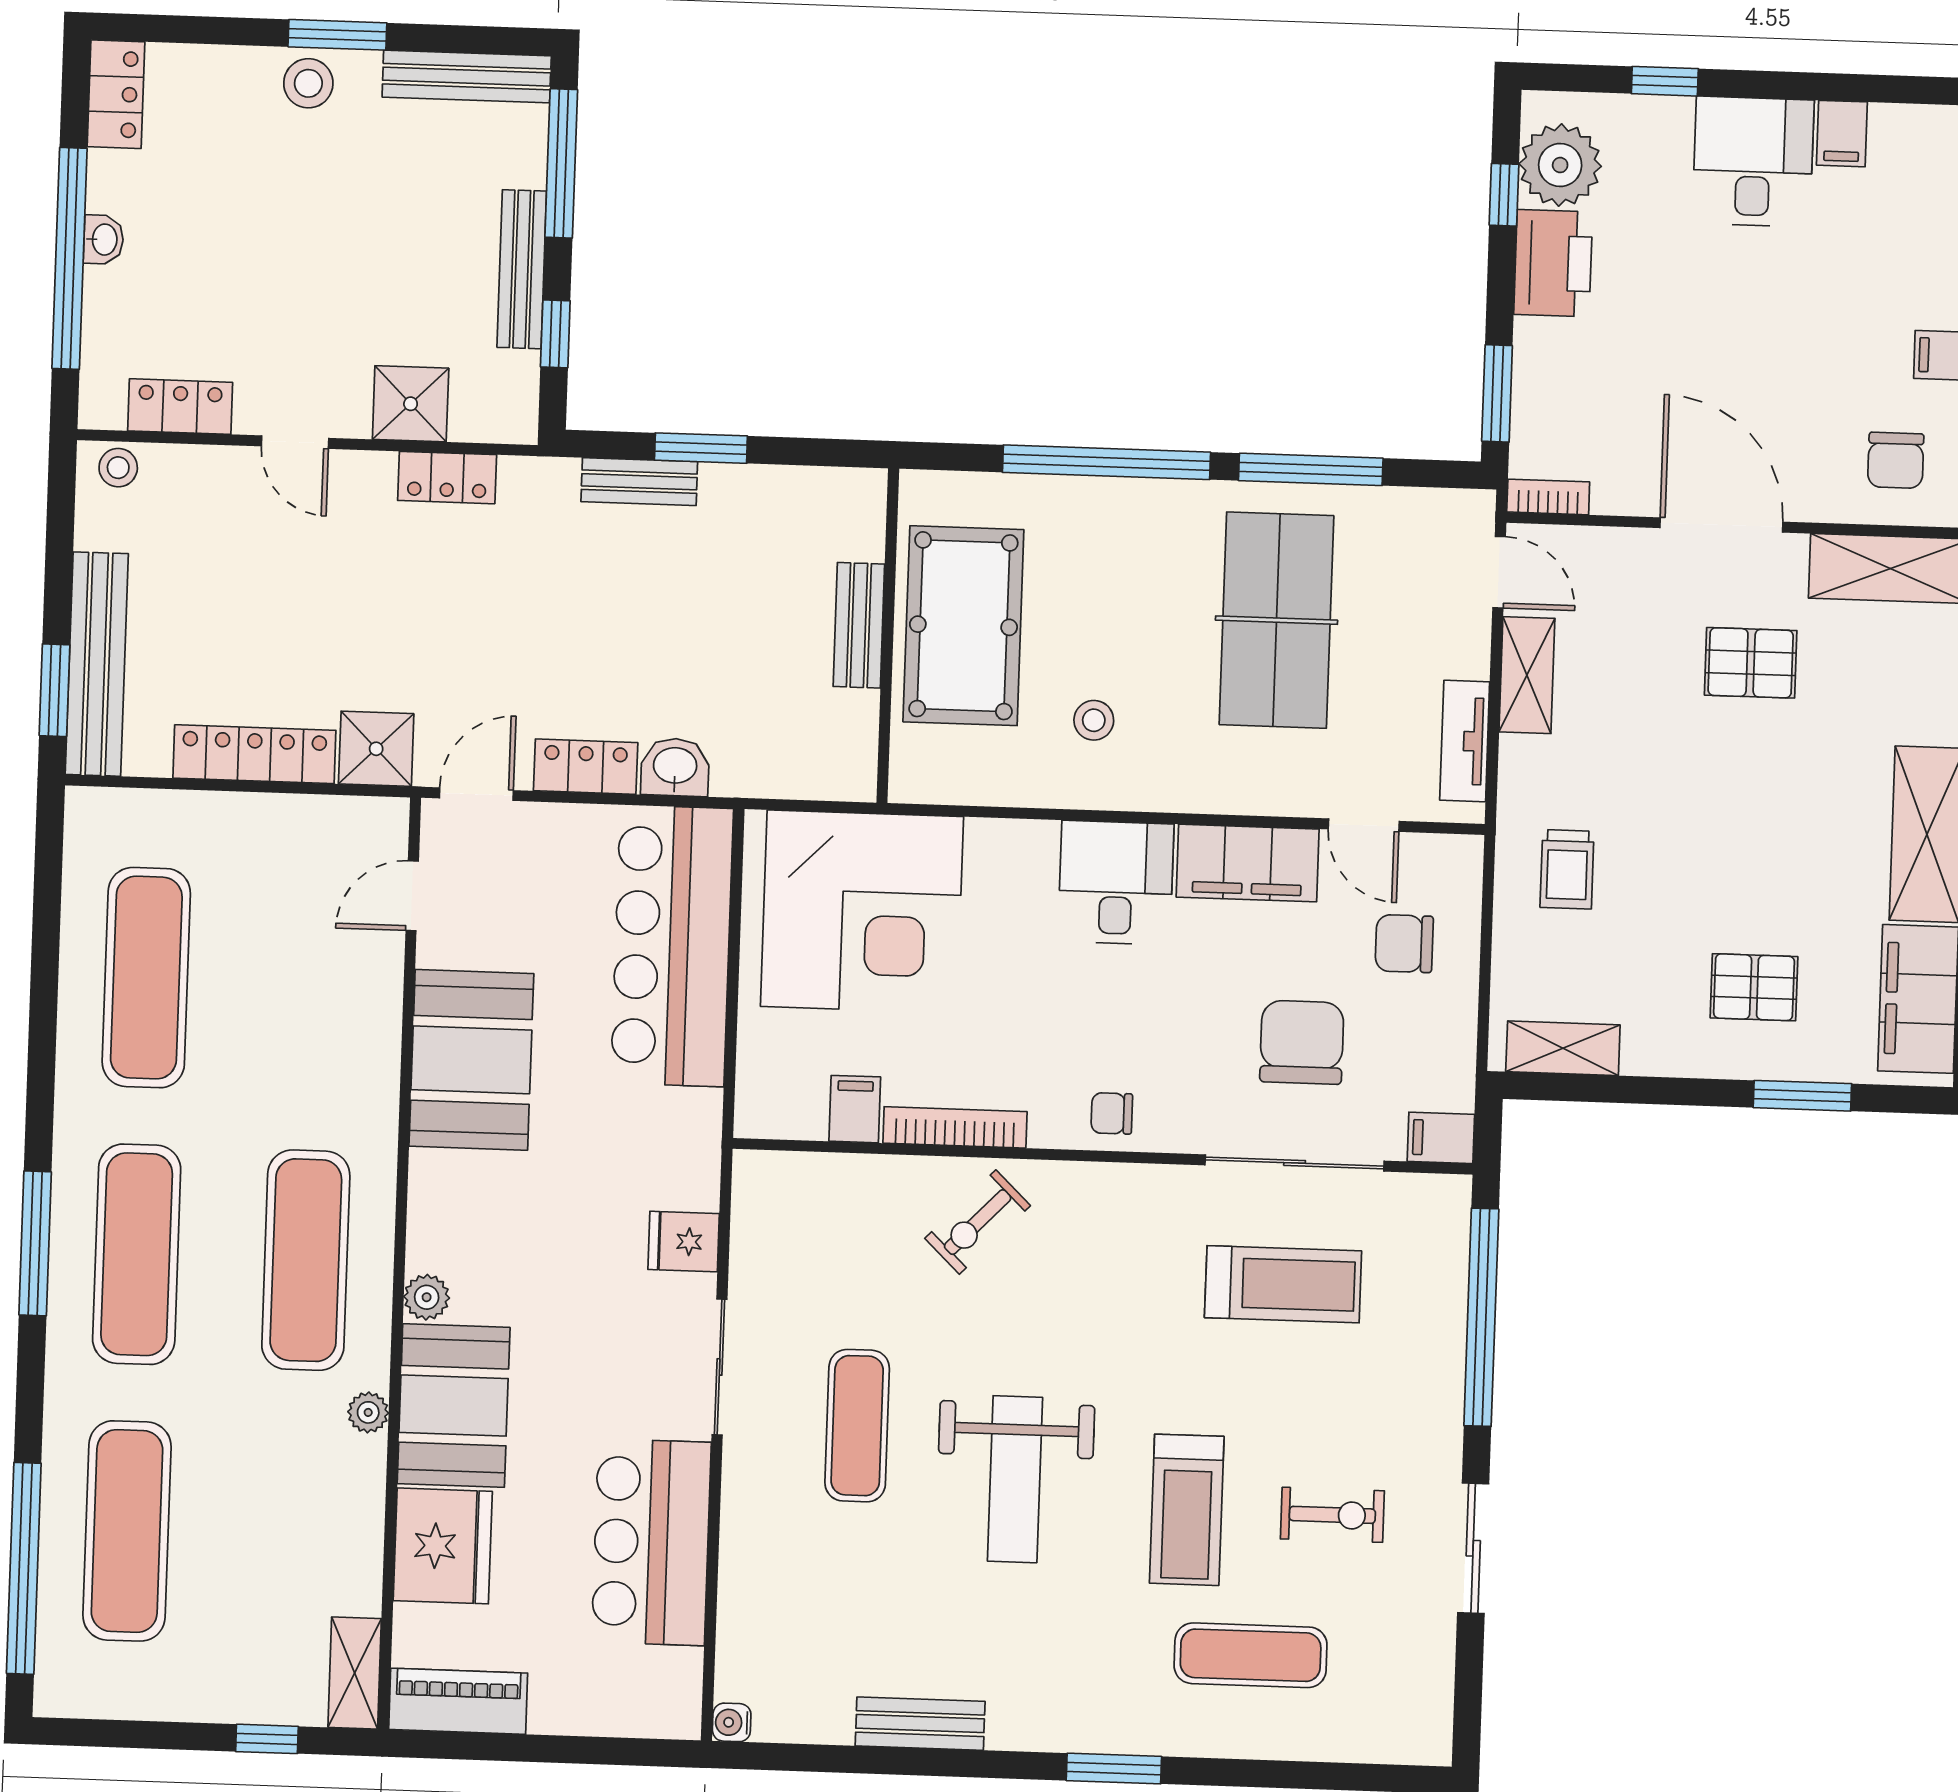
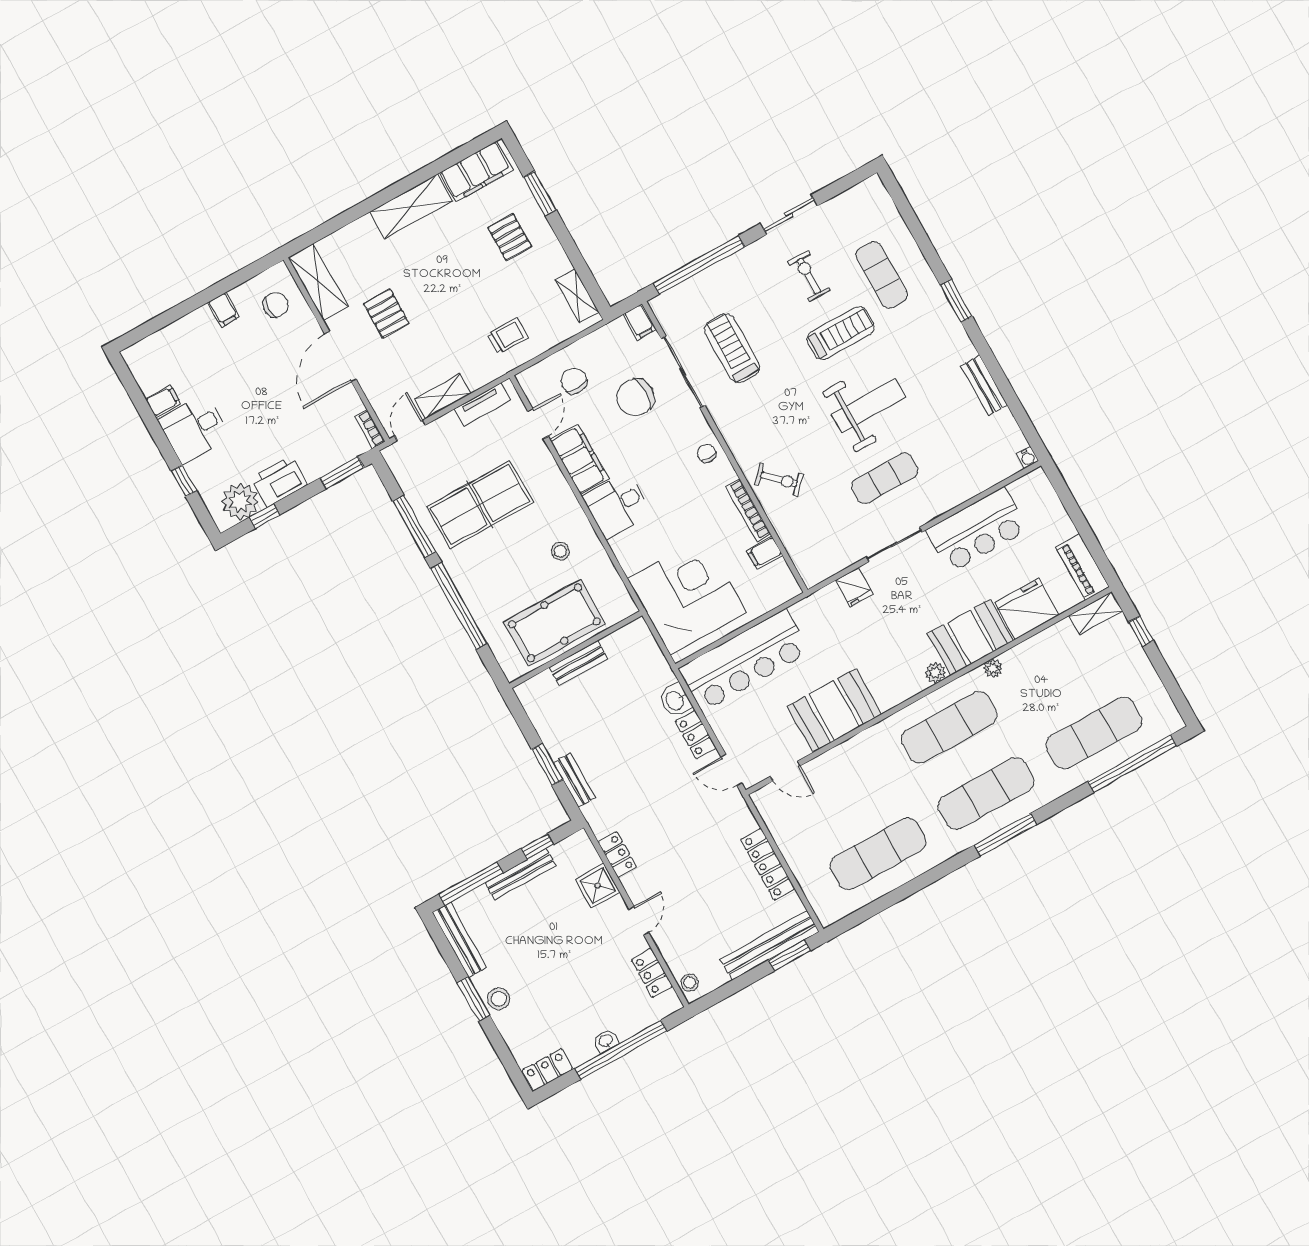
shower: (376, 749) -> (737, 819), removed
chair: (1404, 944) -> (574, 381), turned 180
chair: (1112, 1113) -> (706, 453), turned 180

